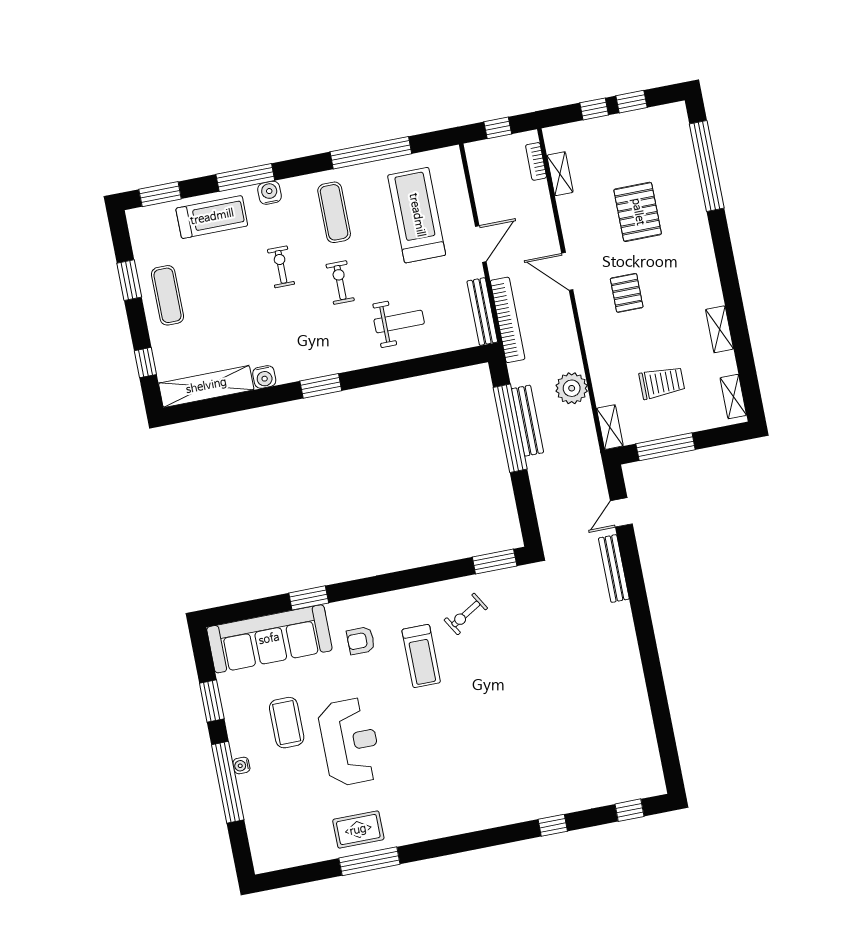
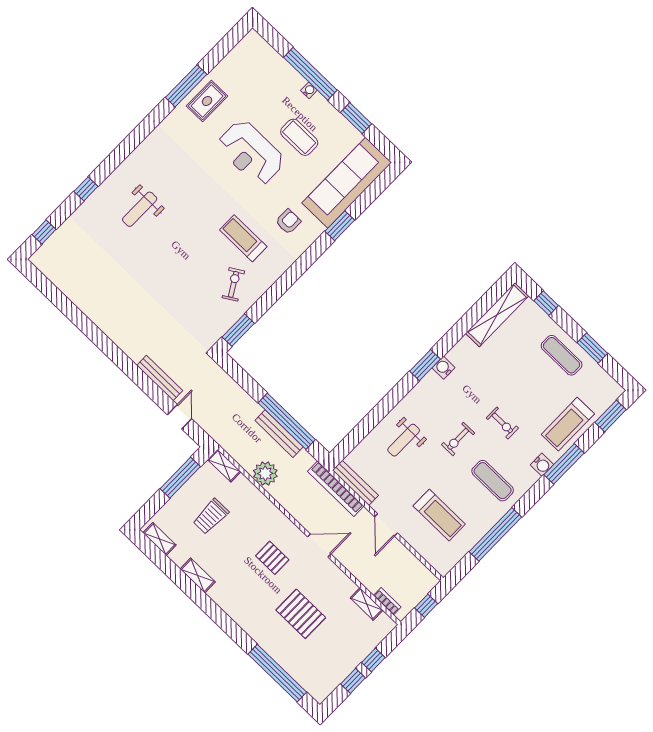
treadmill: (417, 215) -> (439, 515), width x0.73, depth x0.73
exercise bike: (340, 283) -> (458, 439), turned 90
water cooler: (264, 377) -> (444, 368), moved
weight bench: (510, 764) -> (140, 209), added

